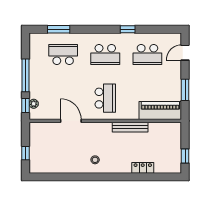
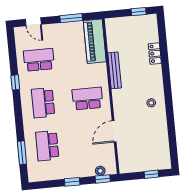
school desk: (105, 54) -> (43, 103), turned 180
school desk: (147, 54) -> (39, 60), turned -90
window: (26, 75) -> (72, 182), width x0.46

